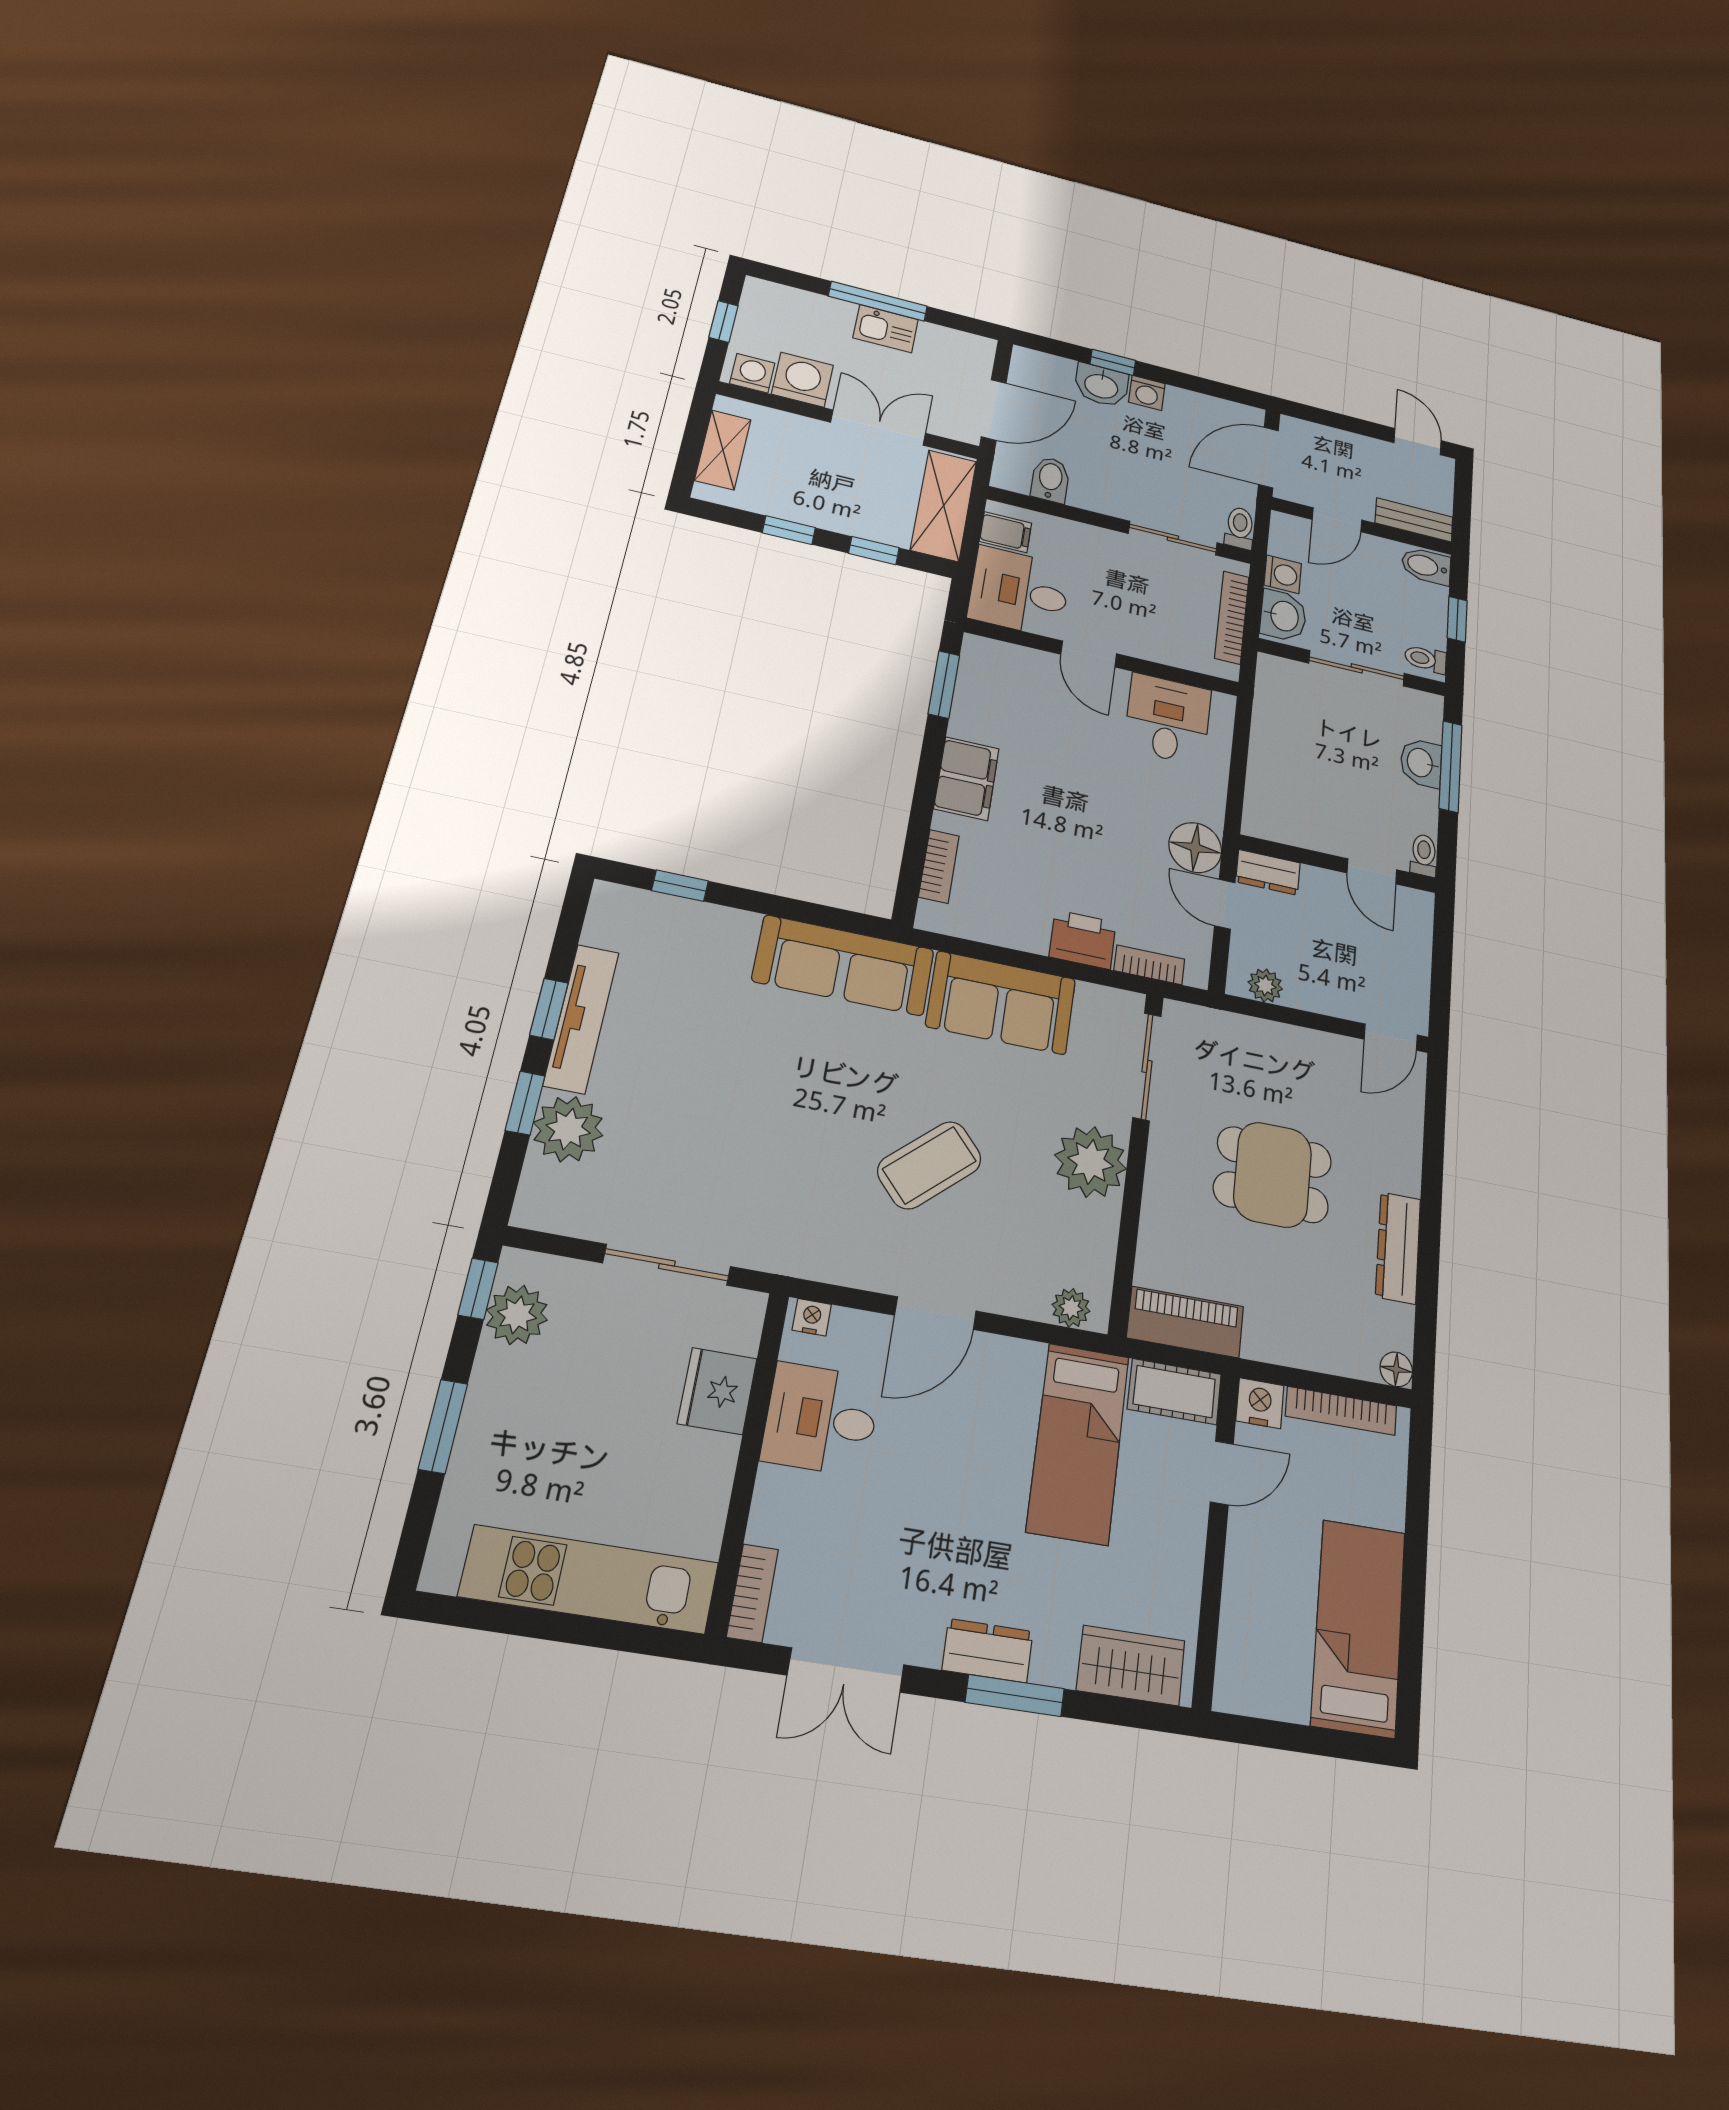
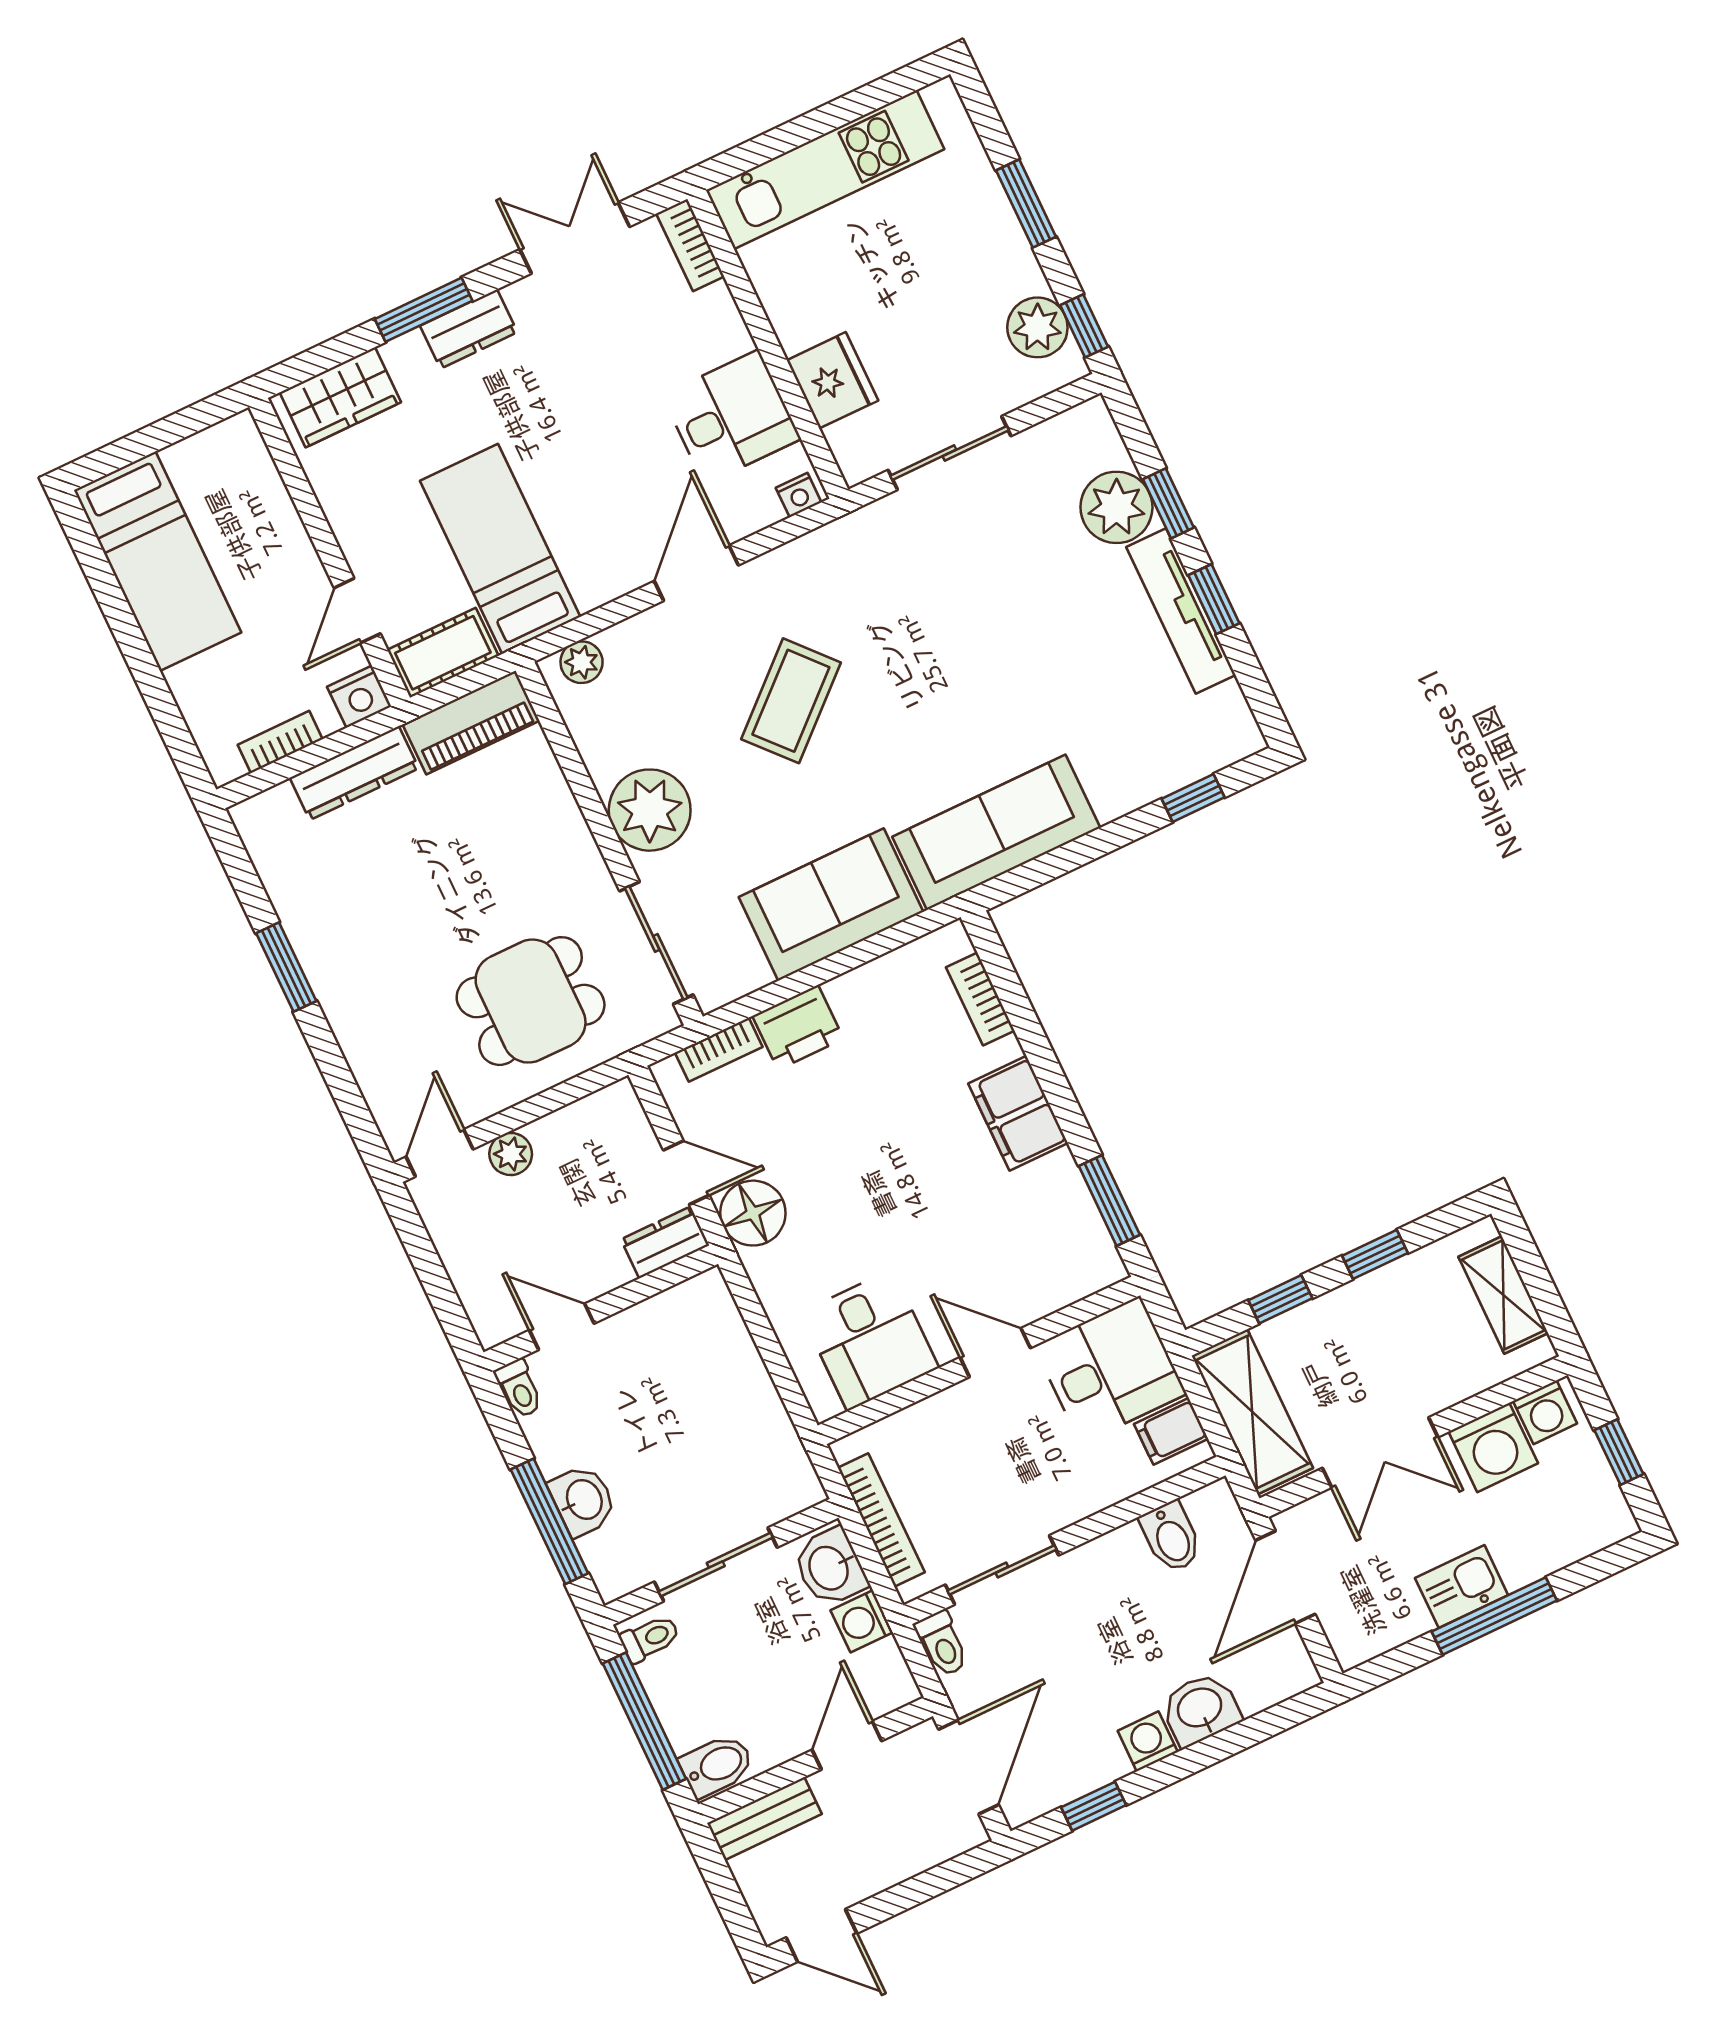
window: (1113, 362) -> (1094, 1806), moved
window: (1457, 619) -> (644, 1721), width x2.17
plant: (1265, 985) -> (511, 1154), moved
dining table: (1273, 1175) -> (531, 1001), moved
window: (1429, 1240) -> (286, 967), added
dresser: (1398, 1248) -> (354, 773), moved, turned 90
floor lamp: (1396, 1369) -> (250, 817), removed
bookcase: (1341, 1411) -> (280, 742), width x0.64

